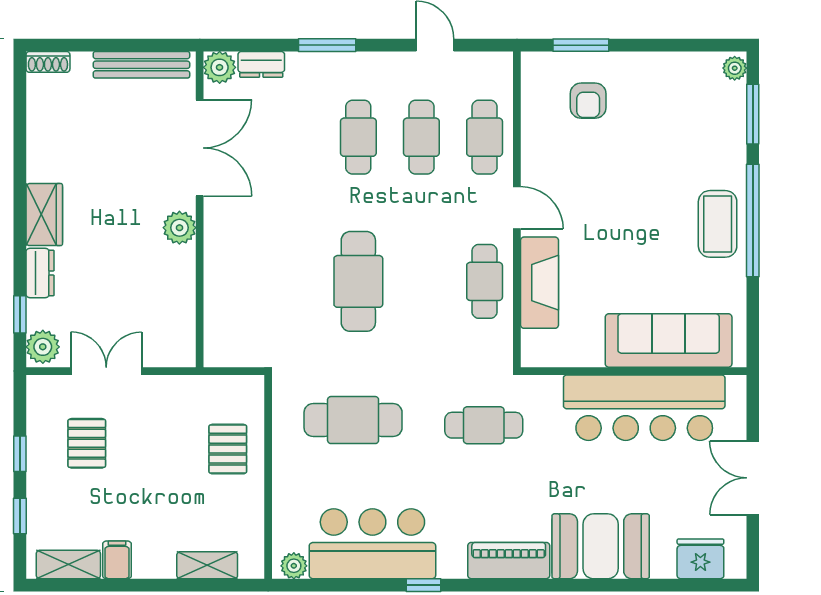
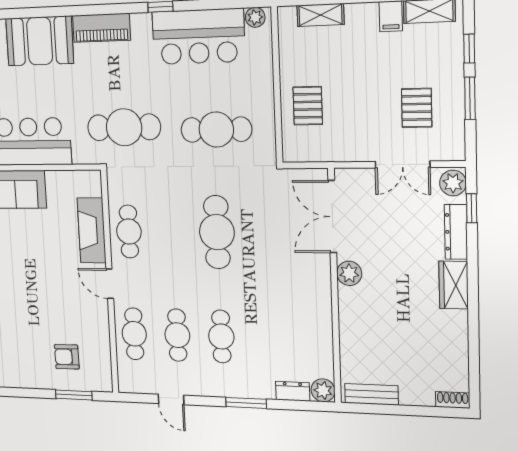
bench: (141, 65) -> (371, 394), width x0.73
armchair: (588, 101) -> (67, 357), turned -91
double door: (200, 148) -> (332, 217), moved
dresser: (40, 273) -> (456, 232), width x1.44
cafe table: (484, 425) -> (124, 127), width x1.37, depth x1.35
window: (20, 454) -> (470, 98), width x1.50

